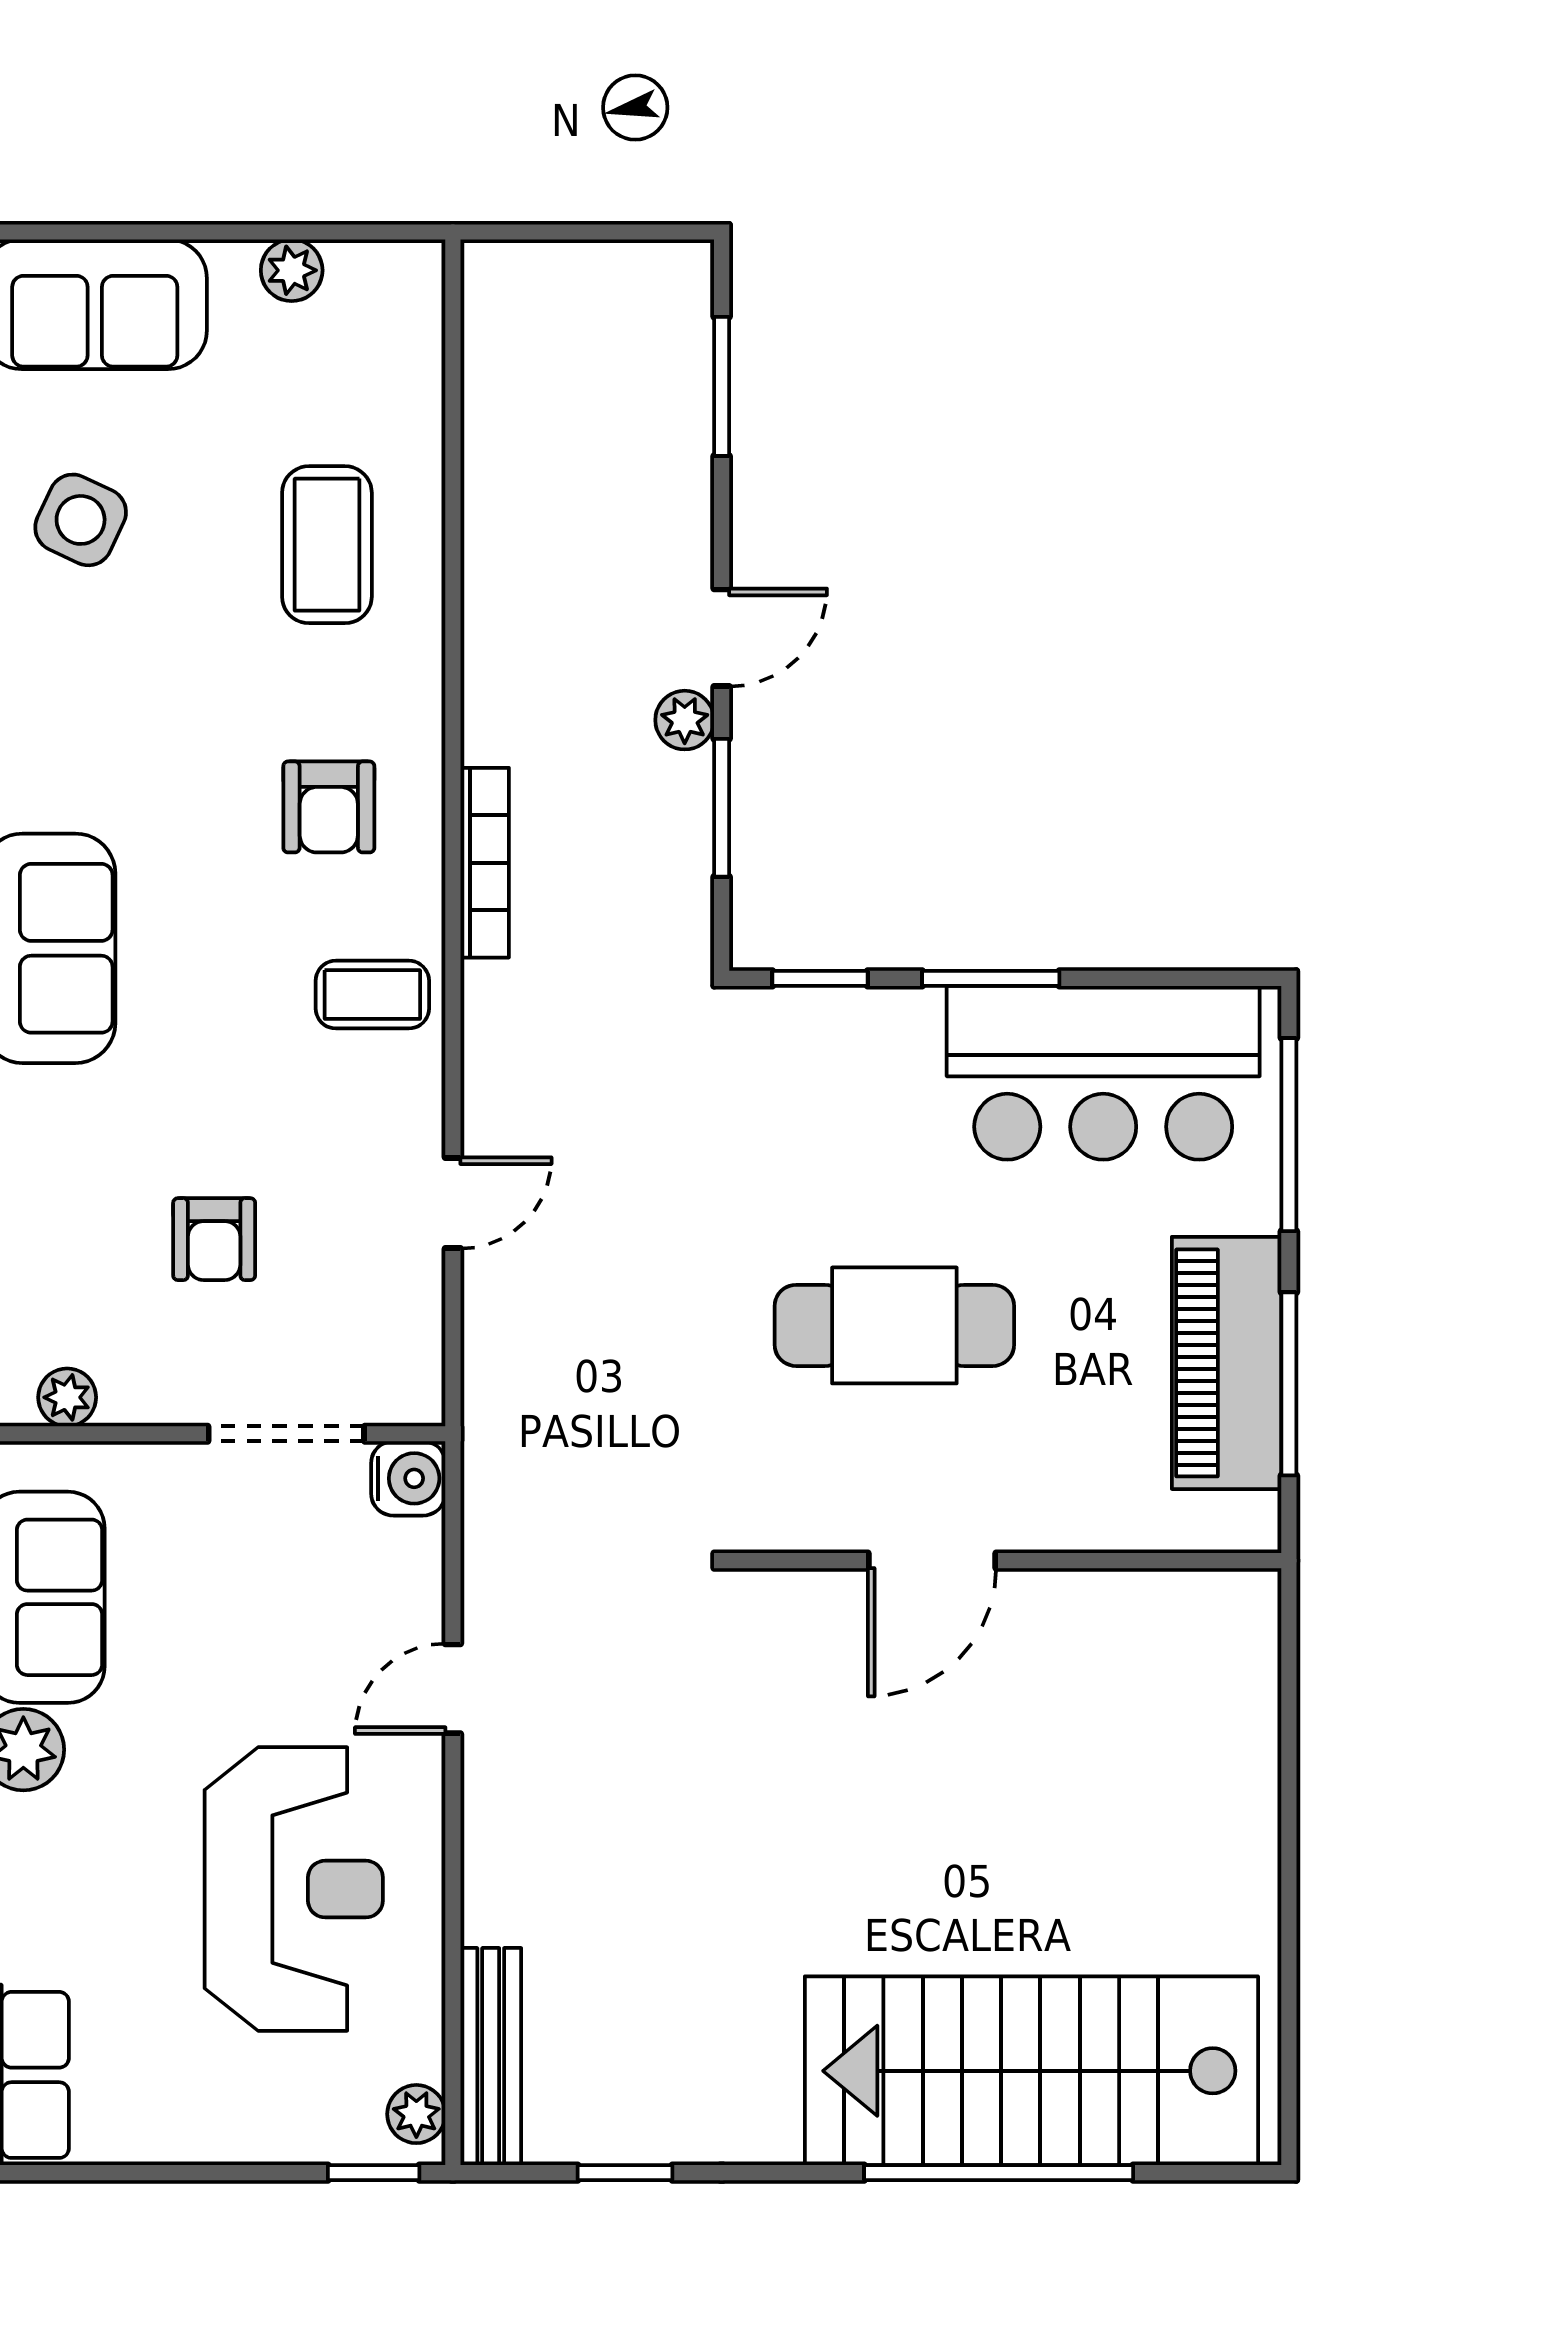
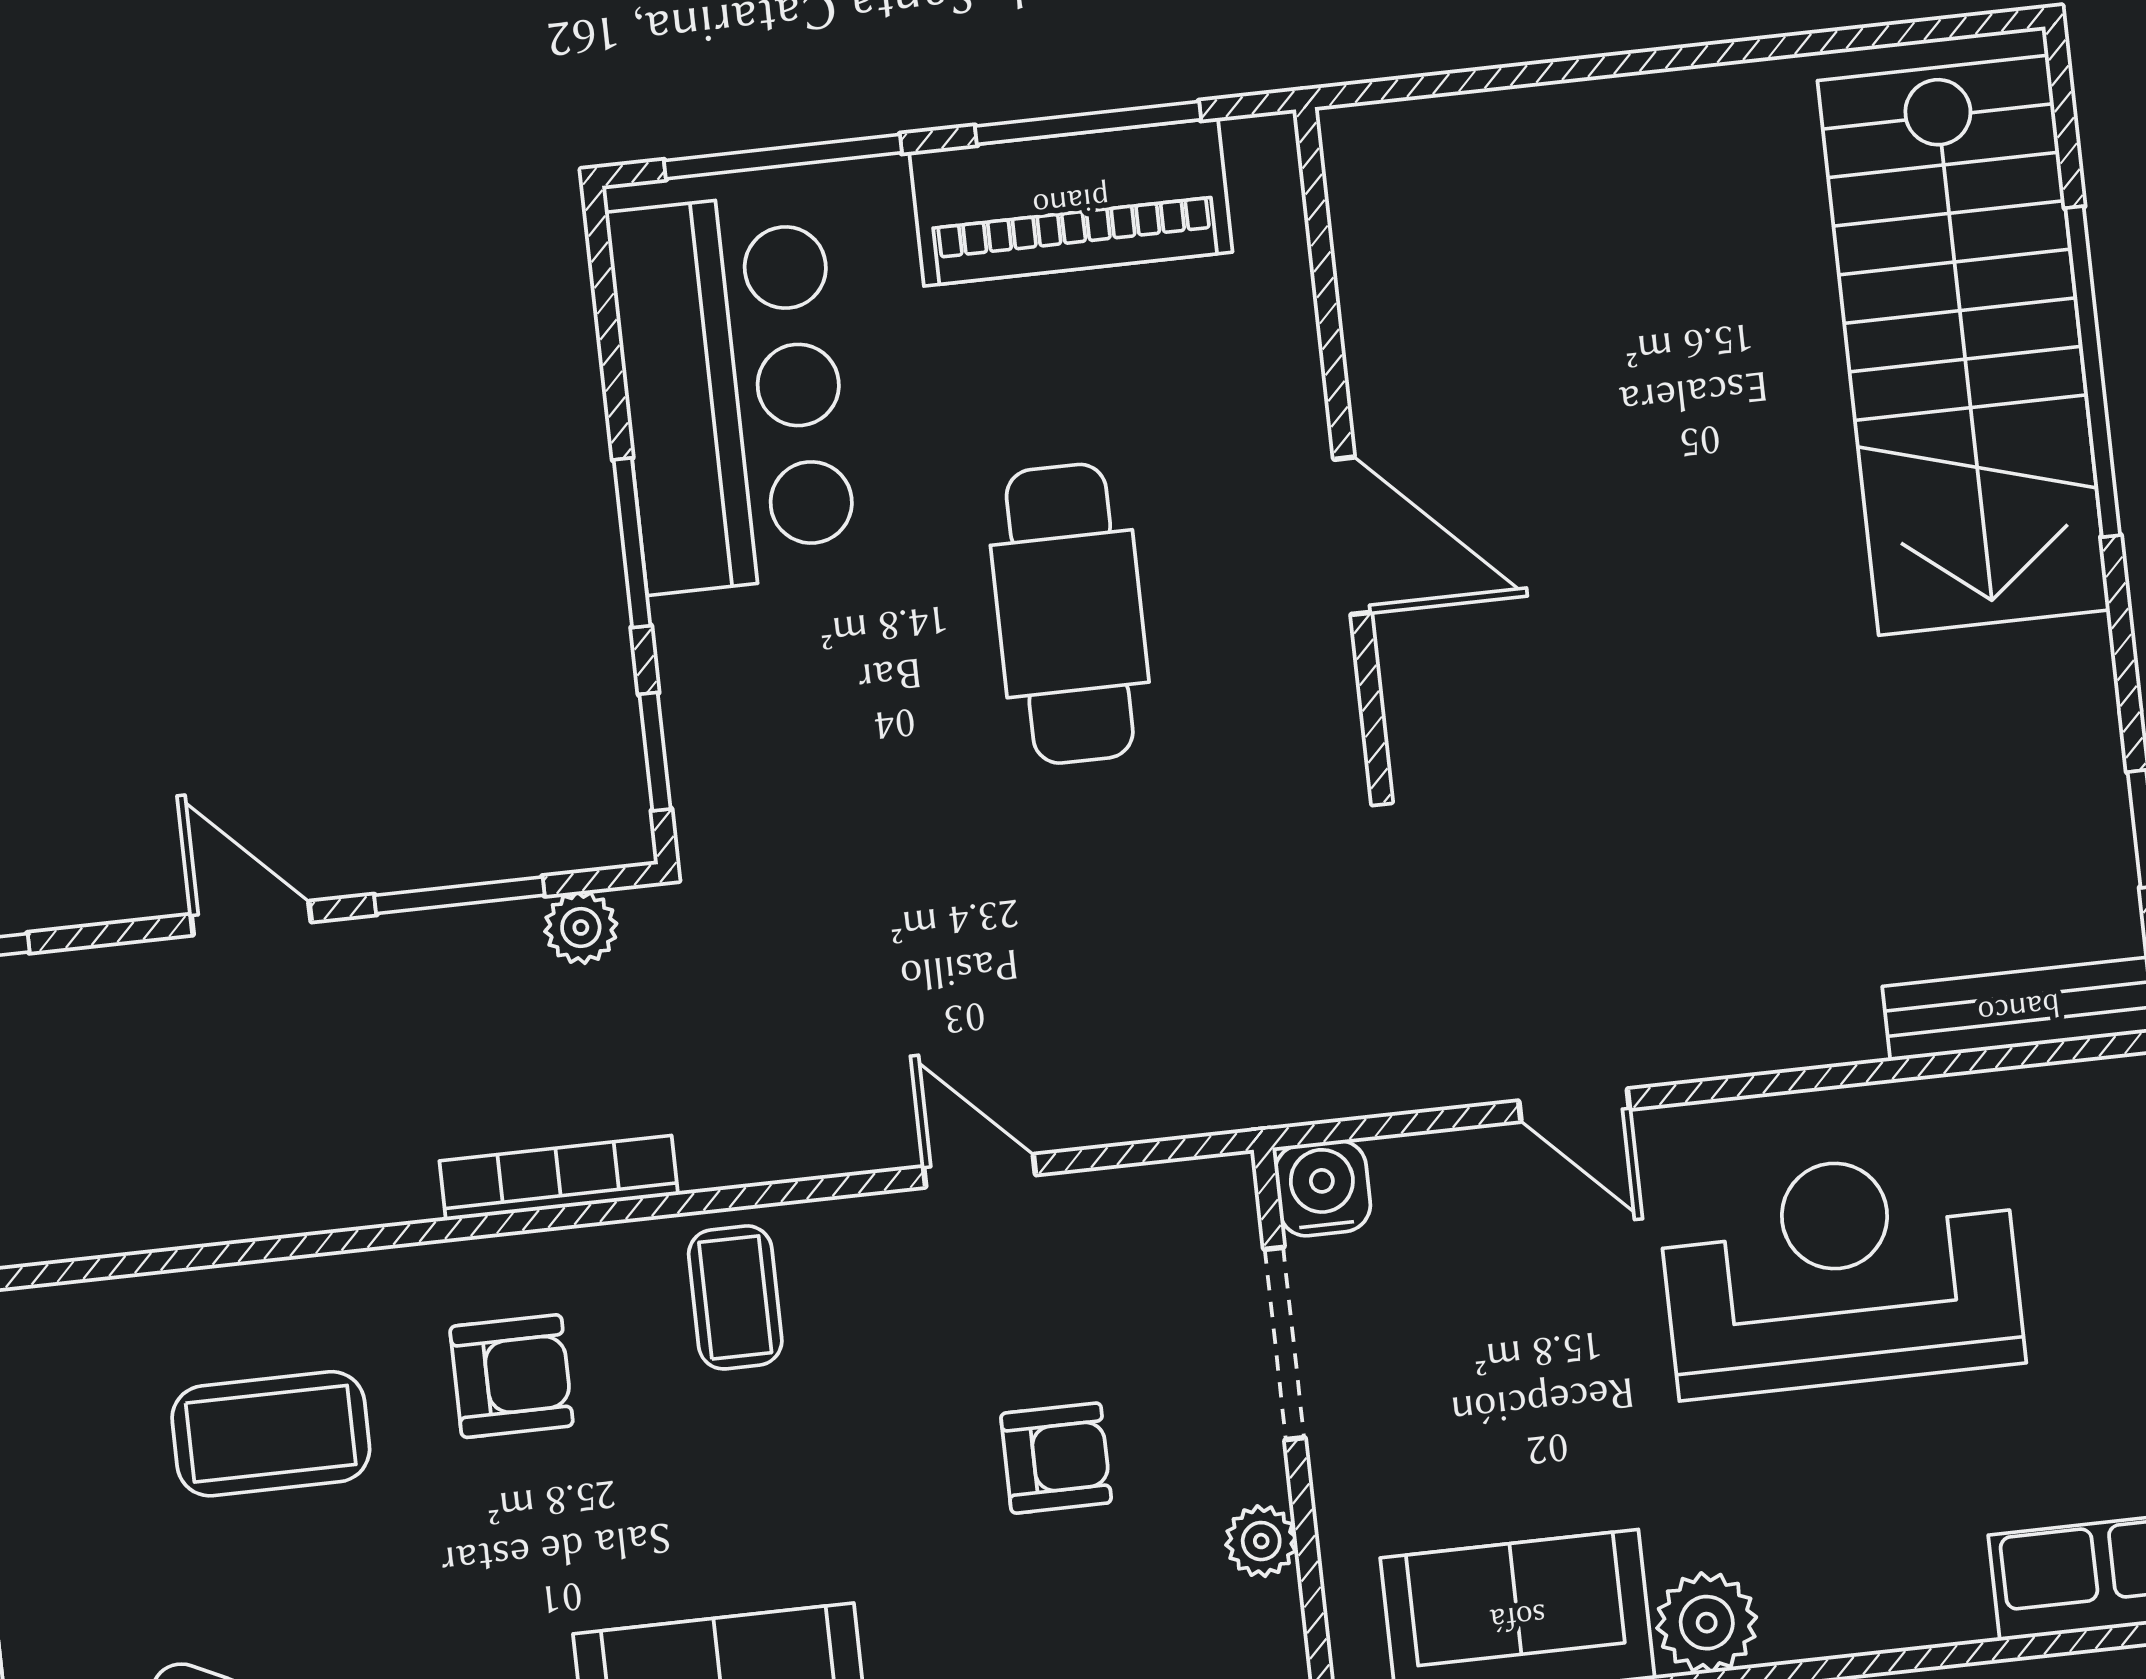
coffee table: (327, 545) -> (271, 1434), moved
plant: (685, 720) -> (581, 927), moved
plant: (67, 1397) -> (1261, 1541), moved
plant: (416, 2114) -> (2100, 1092), removed

